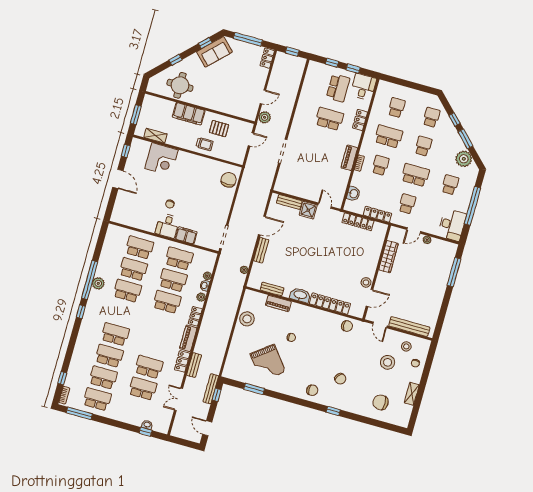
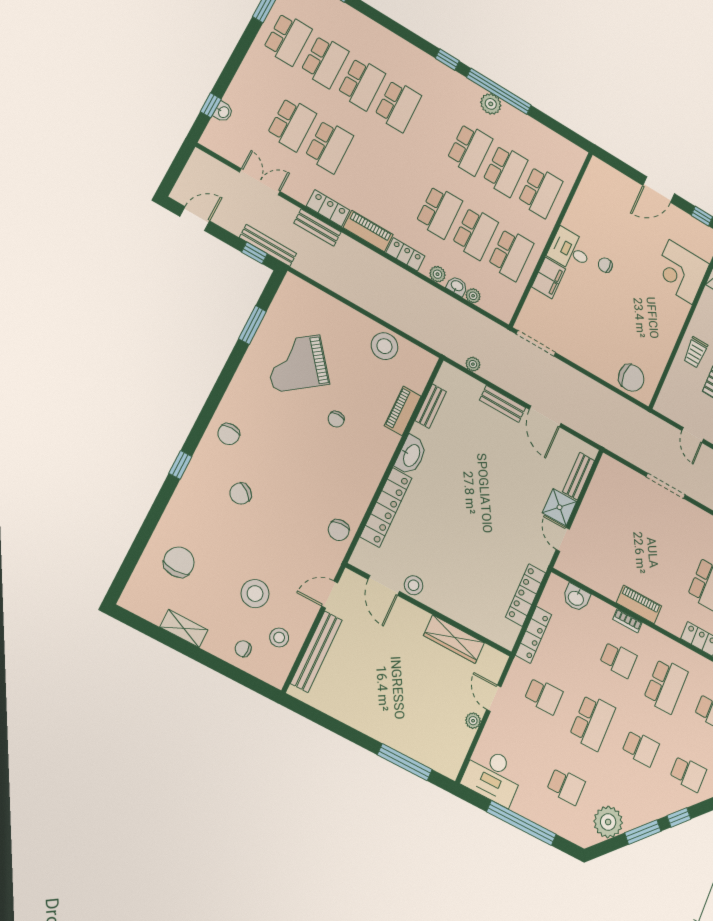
door: (325, 206) -> (563, 539), swing flipped

